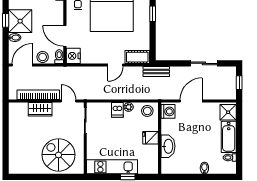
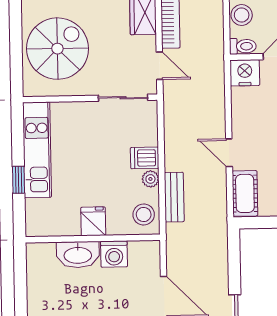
bench: (156, 72) -> (174, 197), moved
door: (69, 101) -> (159, 66), hinge flipped
washing machine: (168, 111) -> (114, 254), moved

